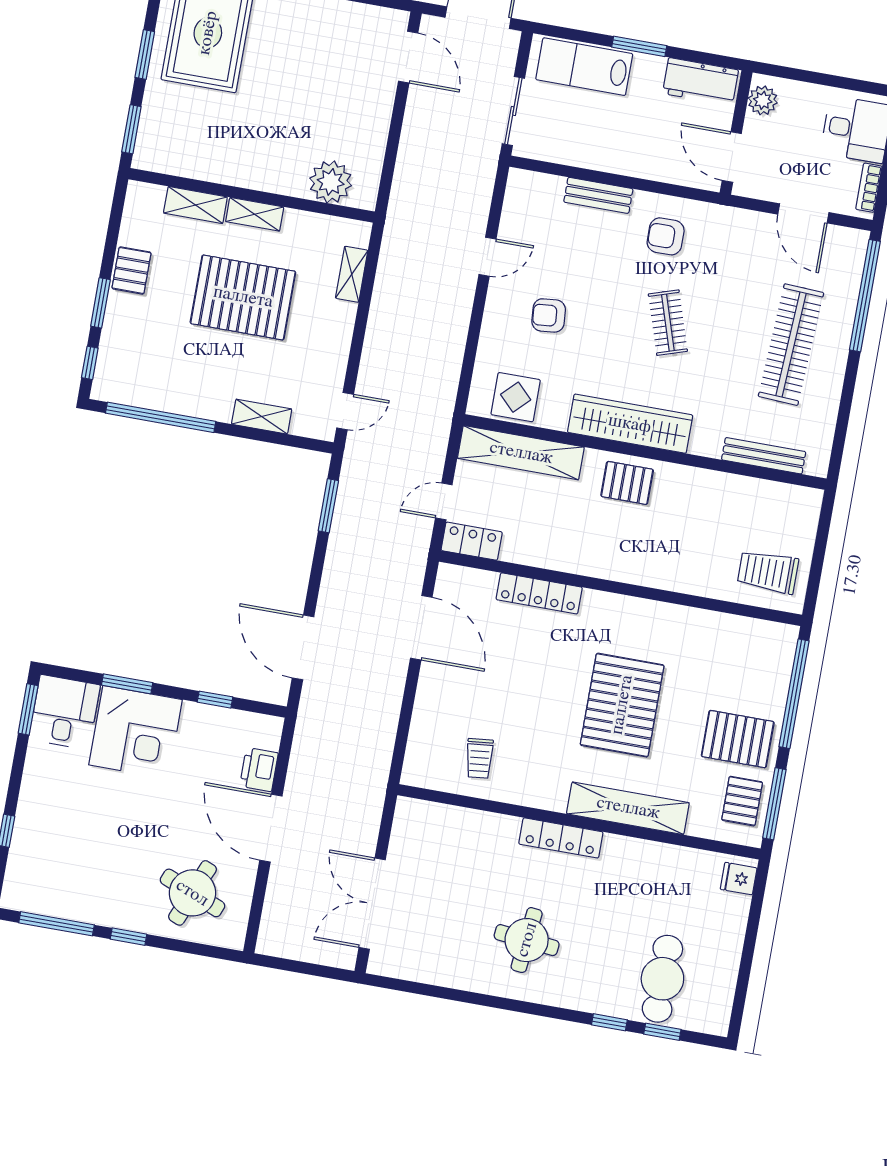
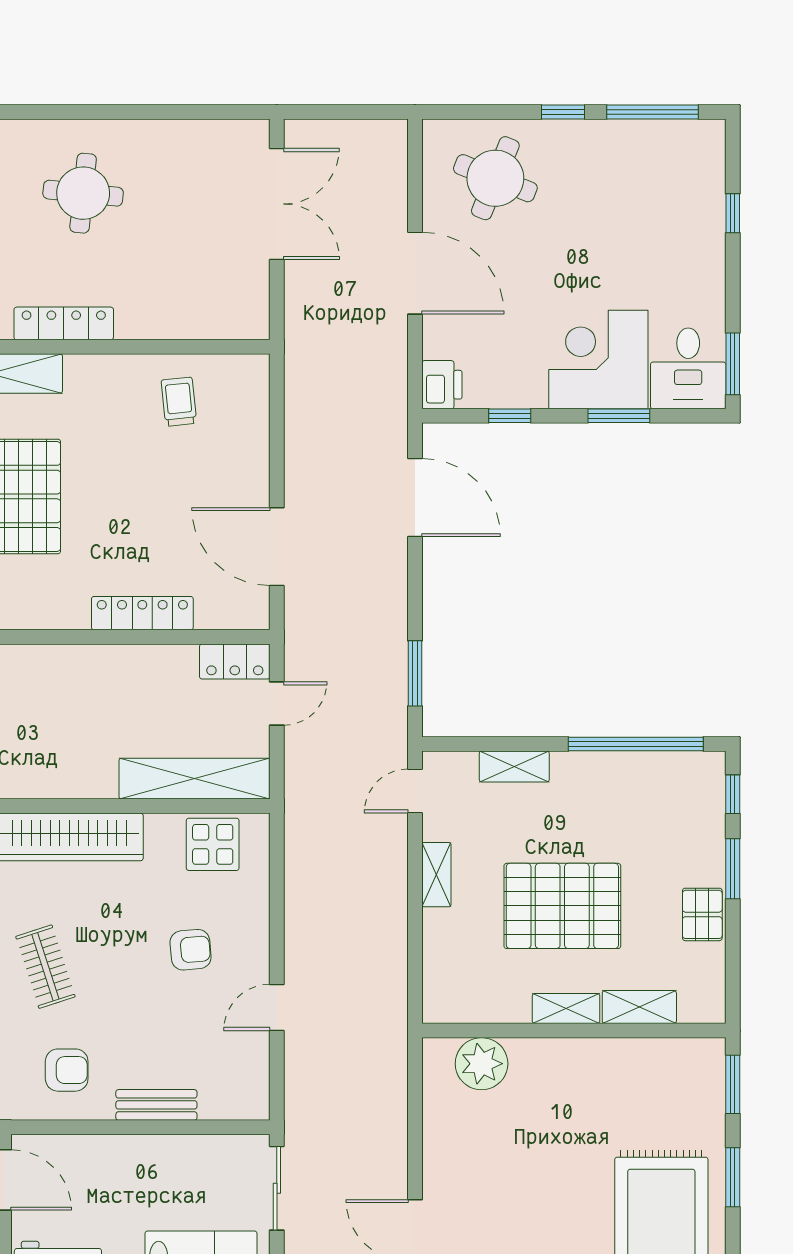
shelving: (352, 274) -> (436, 875), moved
pallet: (627, 483) -> (60, 765), removed
printer: (259, 770) -> (442, 385), moved

